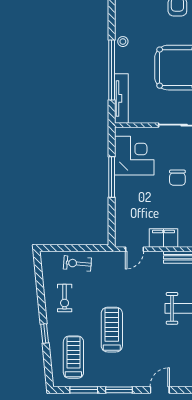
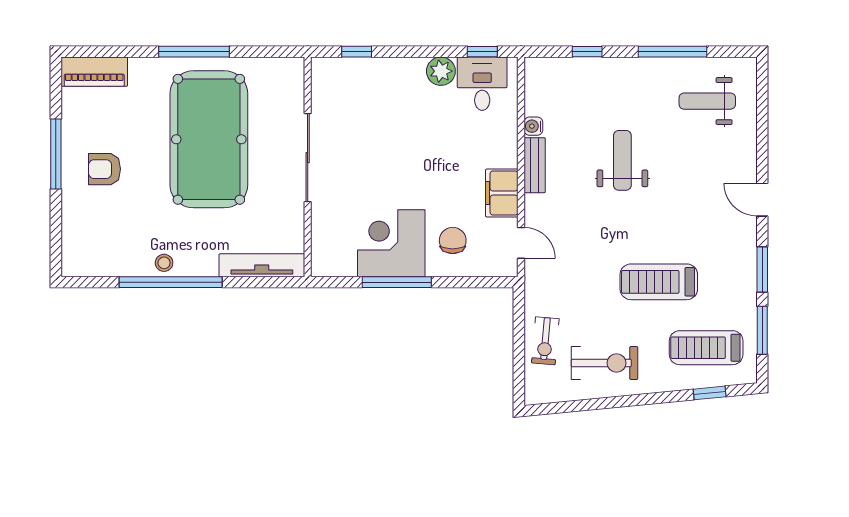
window: (112, 70) -> (171, 282), moved
corner desk: (134, 156) -> (391, 243), moved
chair: (177, 178) -> (453, 240), moved, turned -90
exercise bike: (65, 298) -> (605, 363), width x1.38, depth x1.39
window: (45, 333) -> (710, 393), moved

